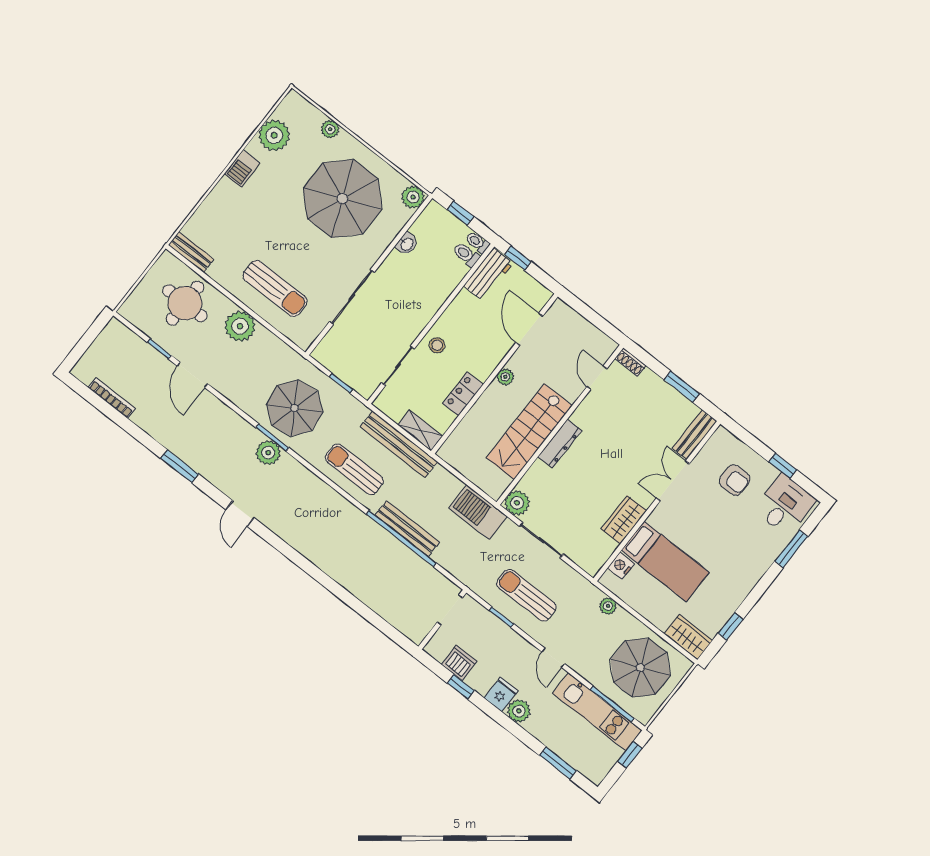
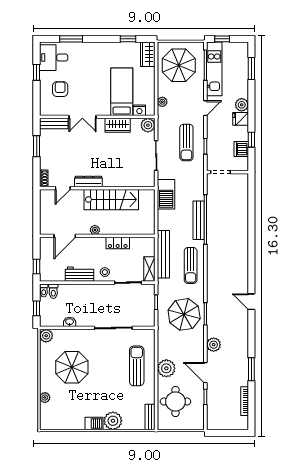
plant: (274, 135) -> (113, 421), moved
parasol: (342, 199) -> (72, 367), width x0.73, depth x0.73
workbench: (488, 275) -> (79, 274), moved
door: (192, 375) -> (205, 373), swing flipped
shelving: (420, 430) -> (149, 269), moved
dresser: (560, 444) -> (88, 181), moved
plant: (268, 453) -> (214, 345), moved
window: (180, 466) -> (251, 369), moved
plant: (517, 503) -> (148, 125), moved
door: (240, 514) -> (251, 302), swing flipped

